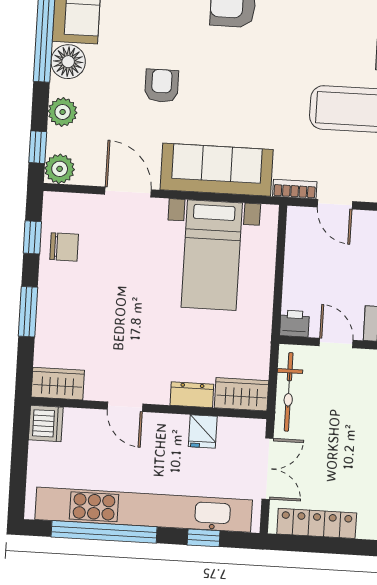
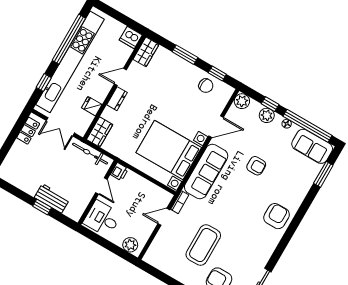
floor lamp: (68, 62) -> (287, 124), width x0.53, depth x0.53
window: (38, 147) -> (270, 104), moved
chair: (64, 247) -> (206, 86), turned -83
bed with nightstands: (212, 255) -> (169, 150), width x1.36
door: (336, 343) -> (101, 186), hinge flipped
dresser: (192, 395) -> (117, 99), moved
locker: (317, 523) -> (28, 131), width x0.66

